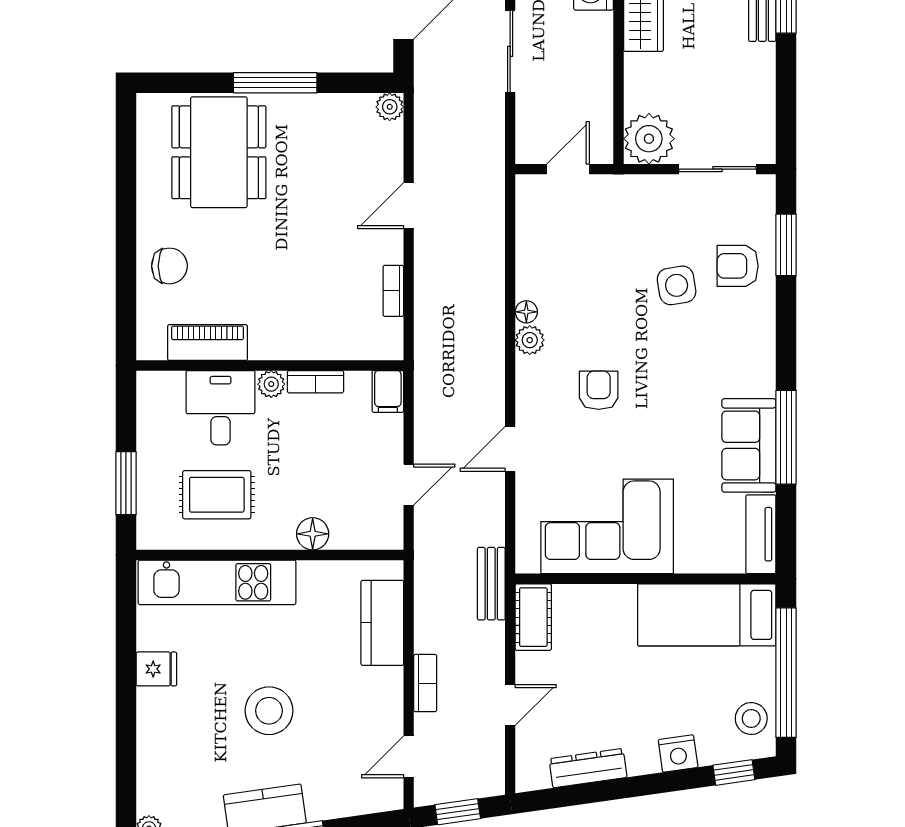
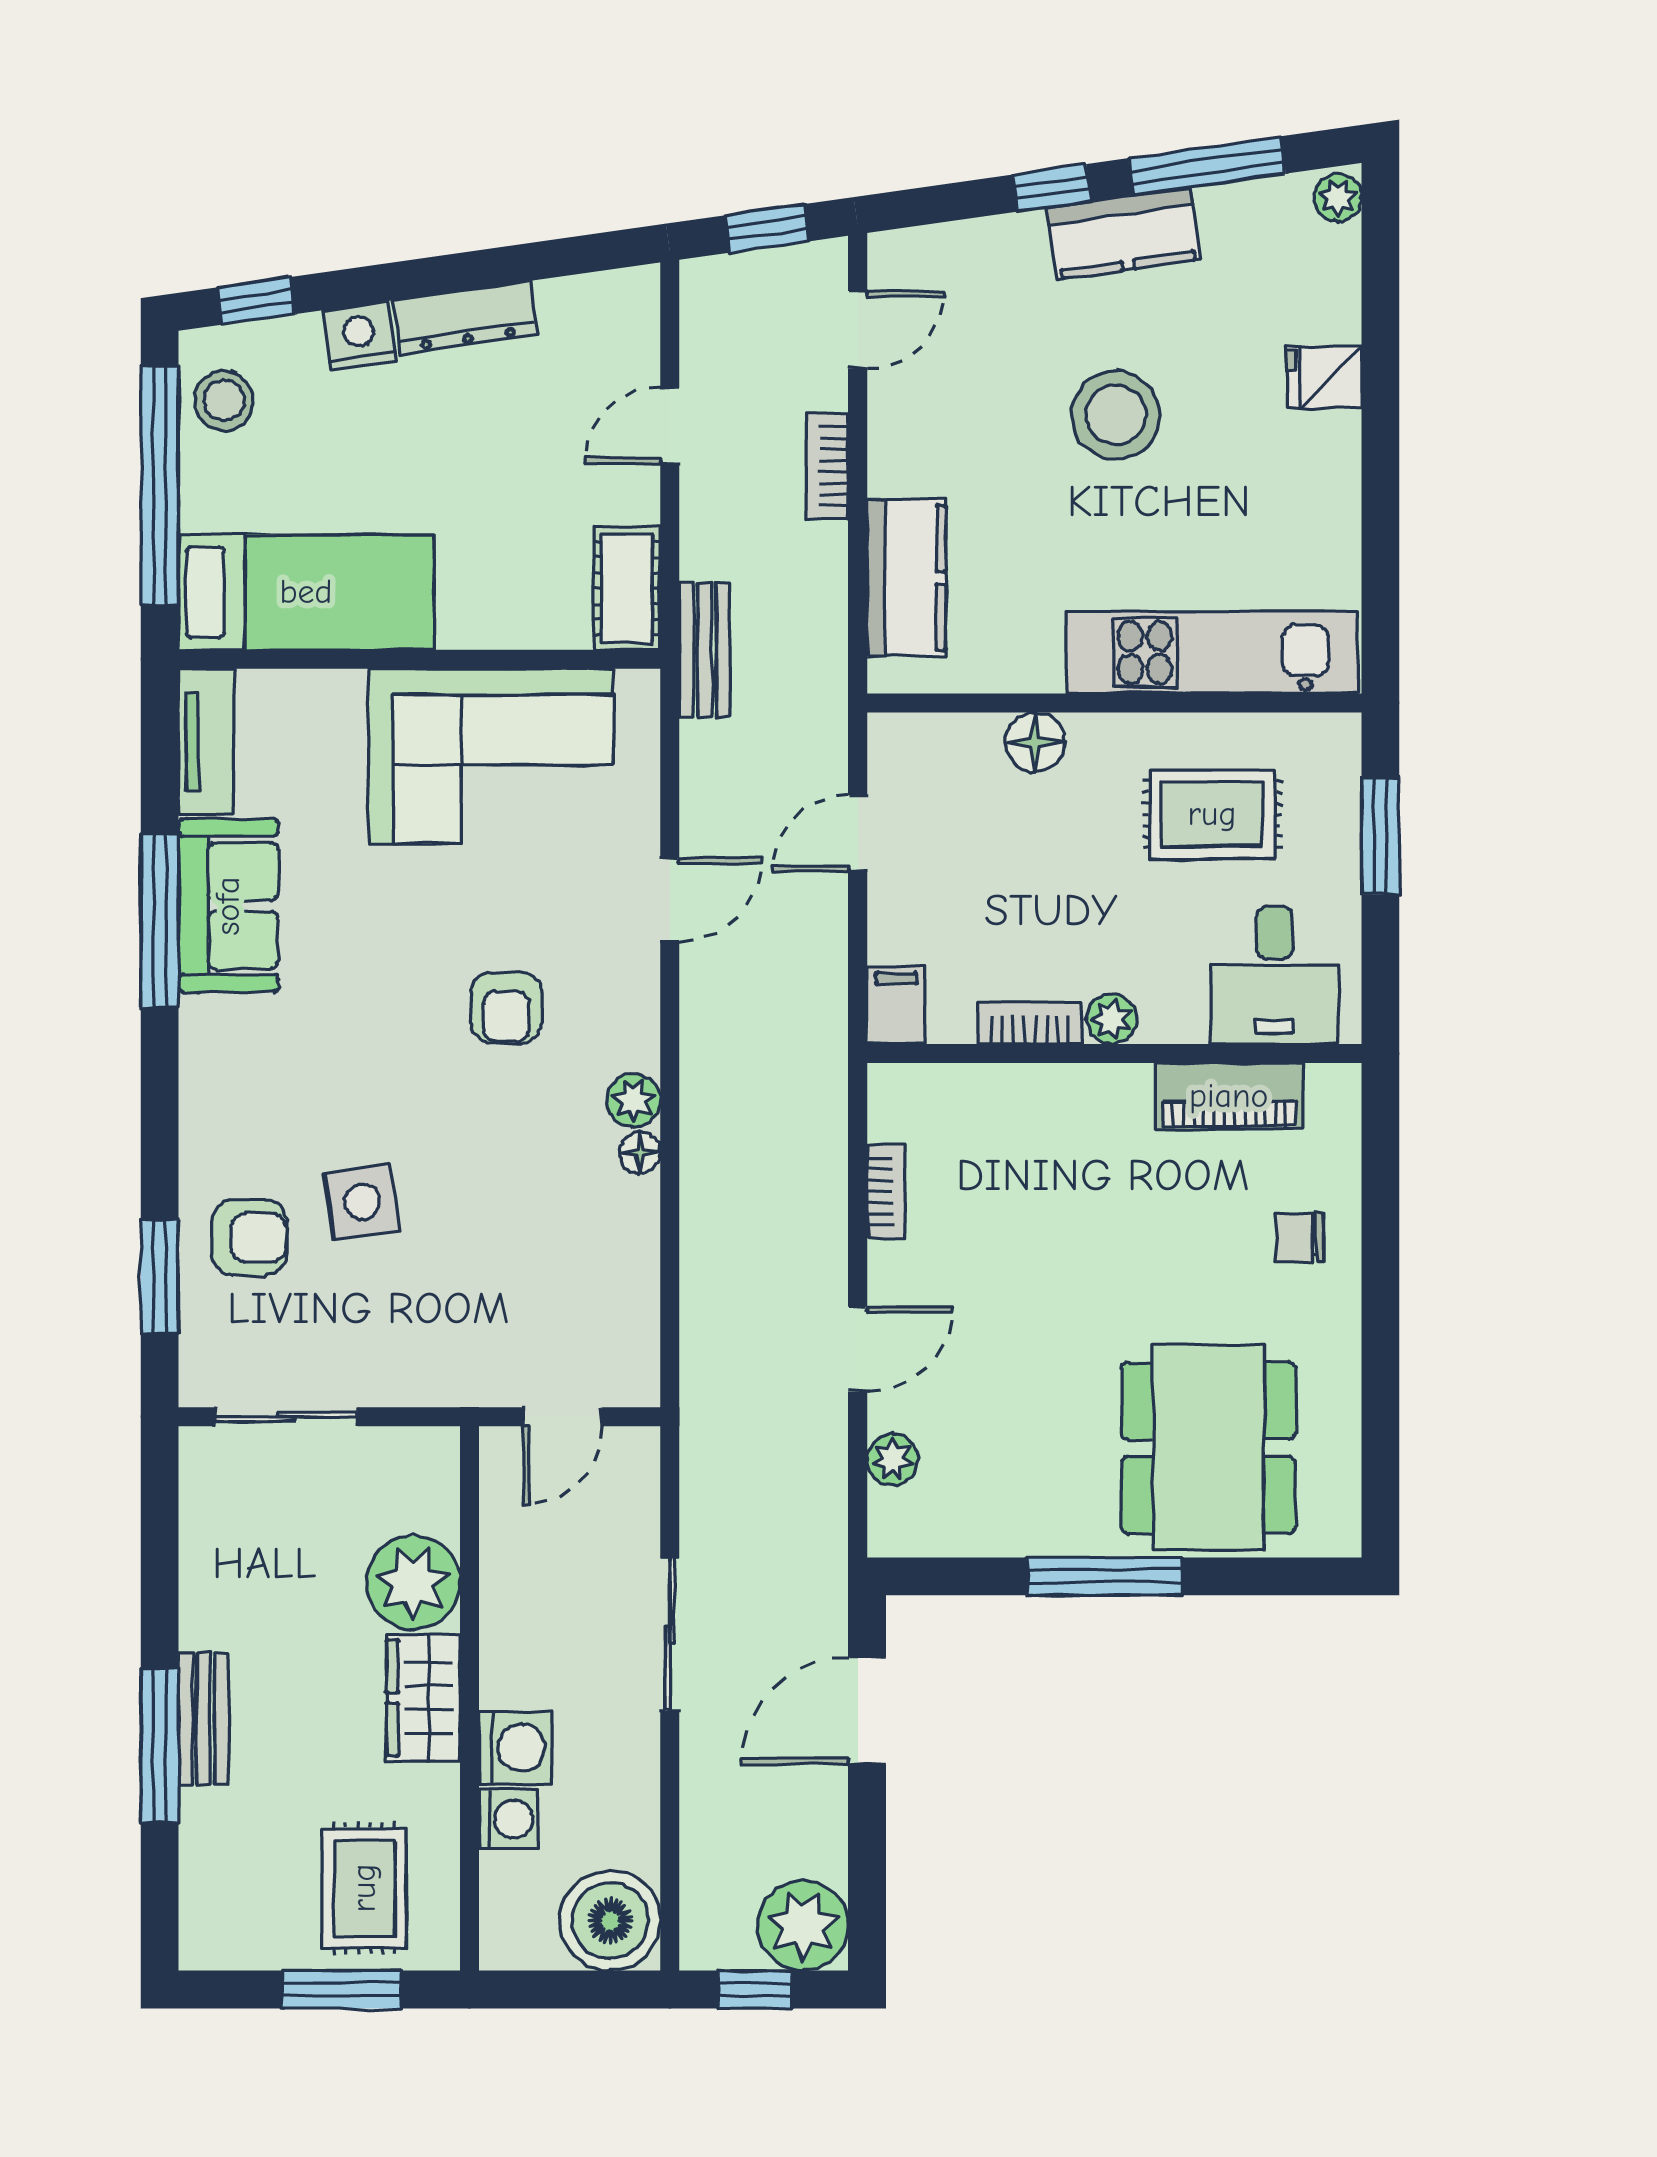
plant: (390, 107) -> (893, 1460), moved
plant: (649, 139) -> (413, 1583), moved
chair: (169, 266) -> (1300, 1238), width x0.73, depth x0.73
desk: (221, 408) -> (1274, 975), moved
fridge: (156, 669) -> (1324, 377), moved
dresser: (588, 768) -> (465, 317), moved

